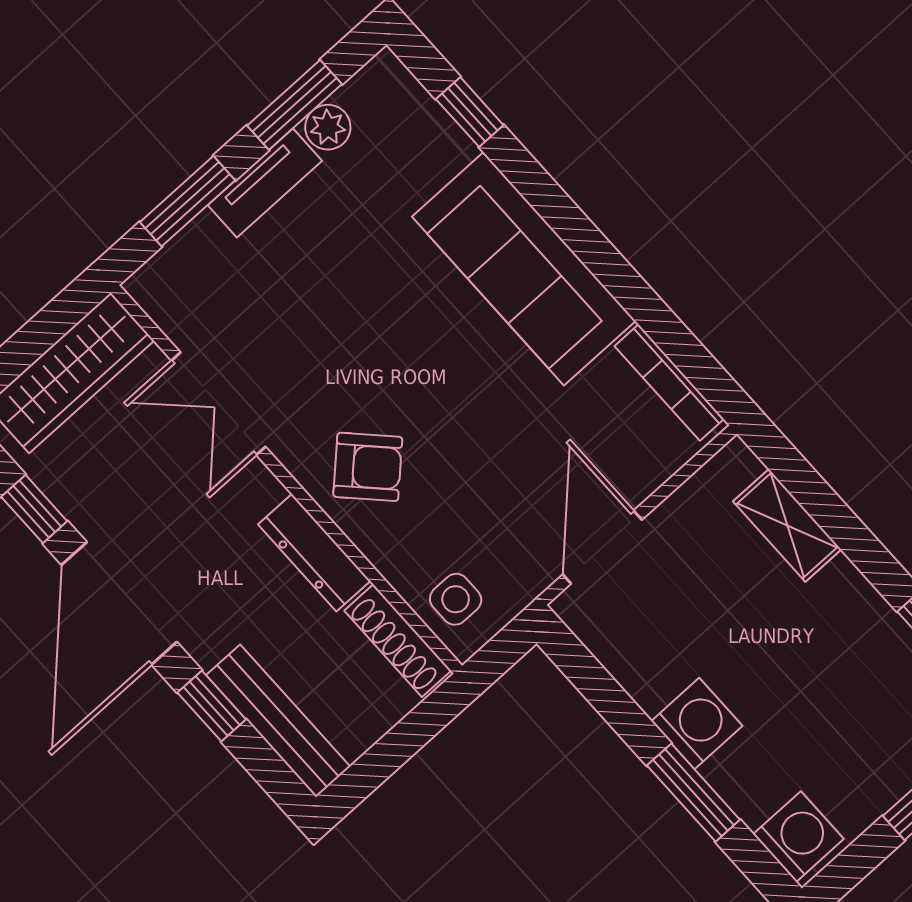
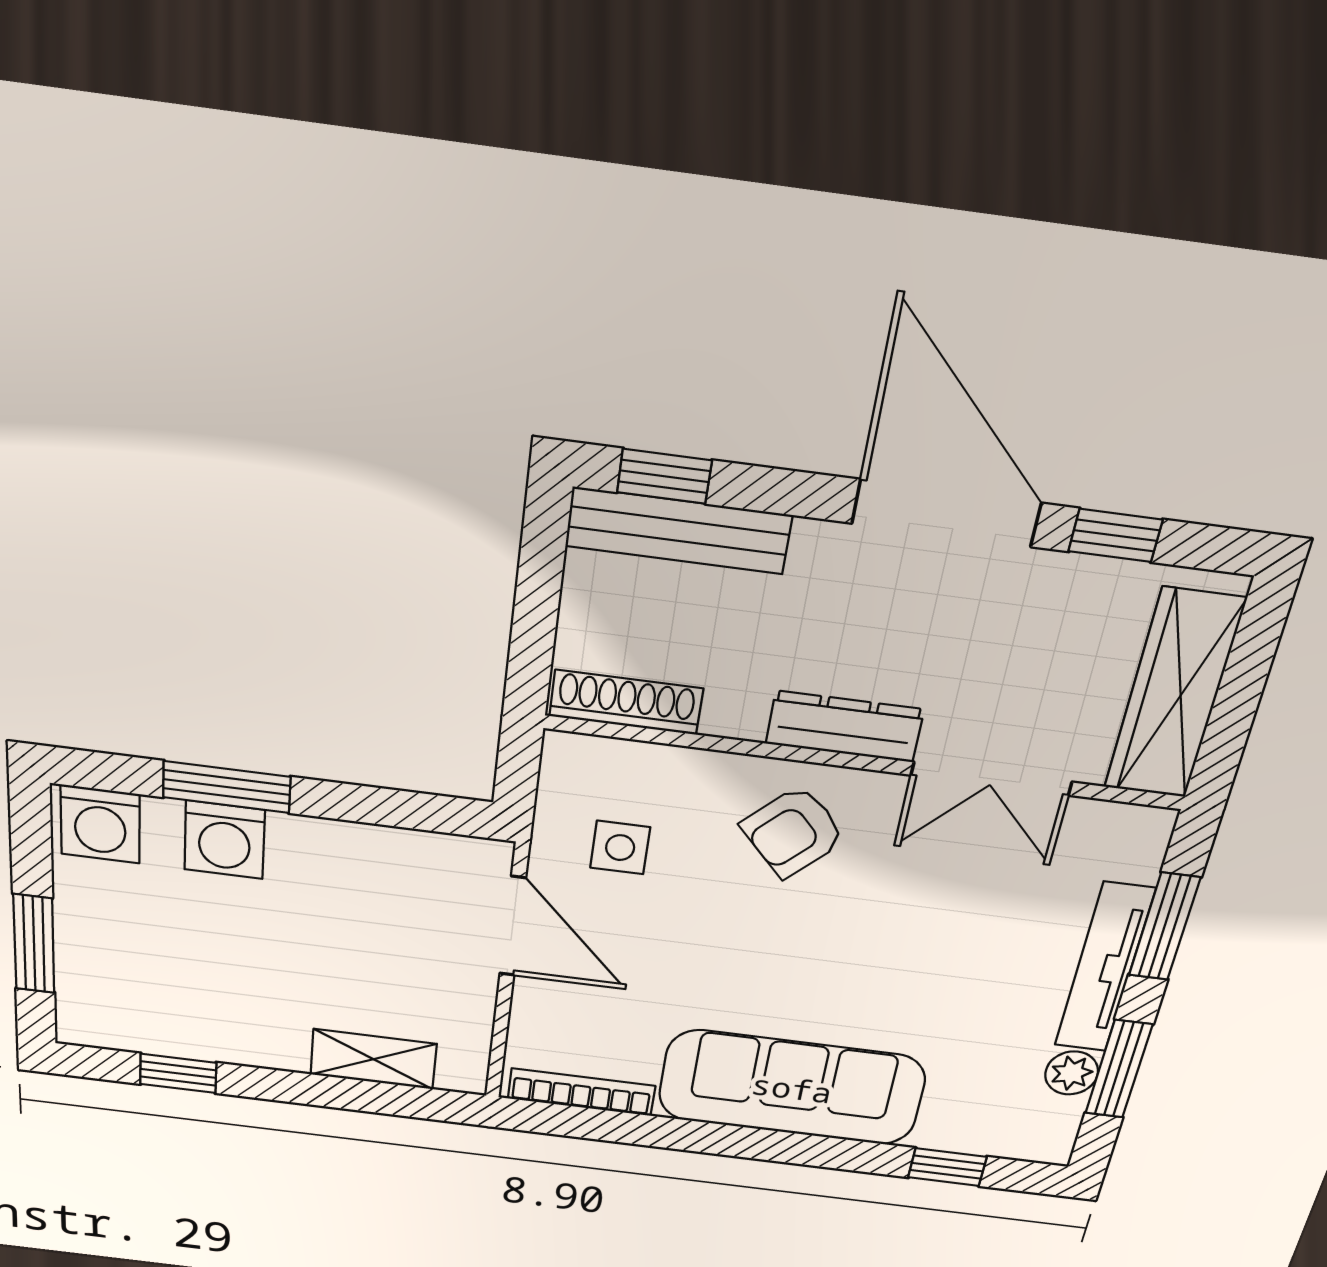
tv unit: (265, 183) -> (1104, 968), width x1.41
double door: (218, 404) -> (991, 779), swing flipped
dresser: (314, 553) -> (845, 726), moved
side table: (456, 599) -> (620, 848), moved
window: (212, 706) -> (664, 476), moved
washing machine: (697, 724) -> (224, 840), moved

